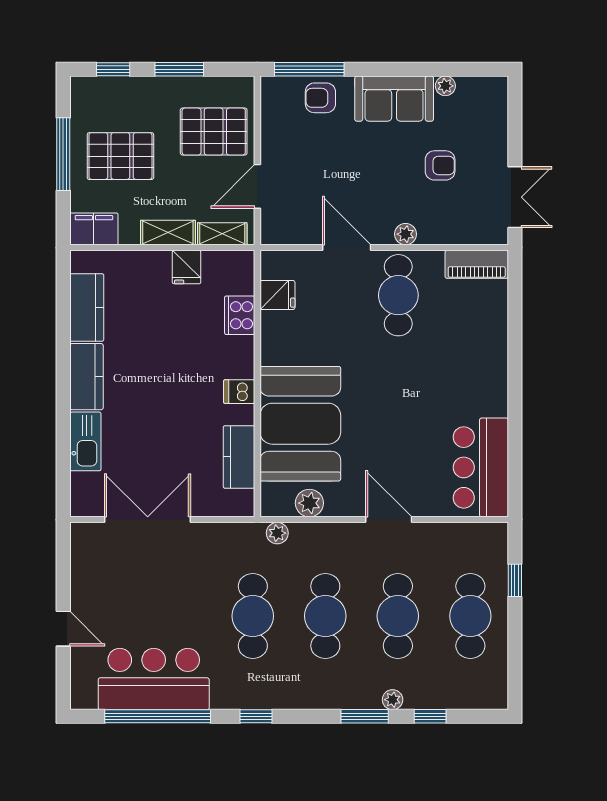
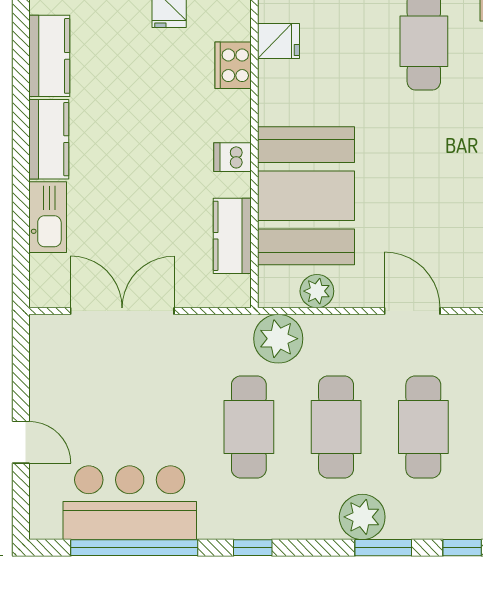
plant: (277, 533) -> (278, 339), width x1.88, depth x1.88
plant: (393, 700) -> (362, 517), moved, width x1.88, depth x1.88

